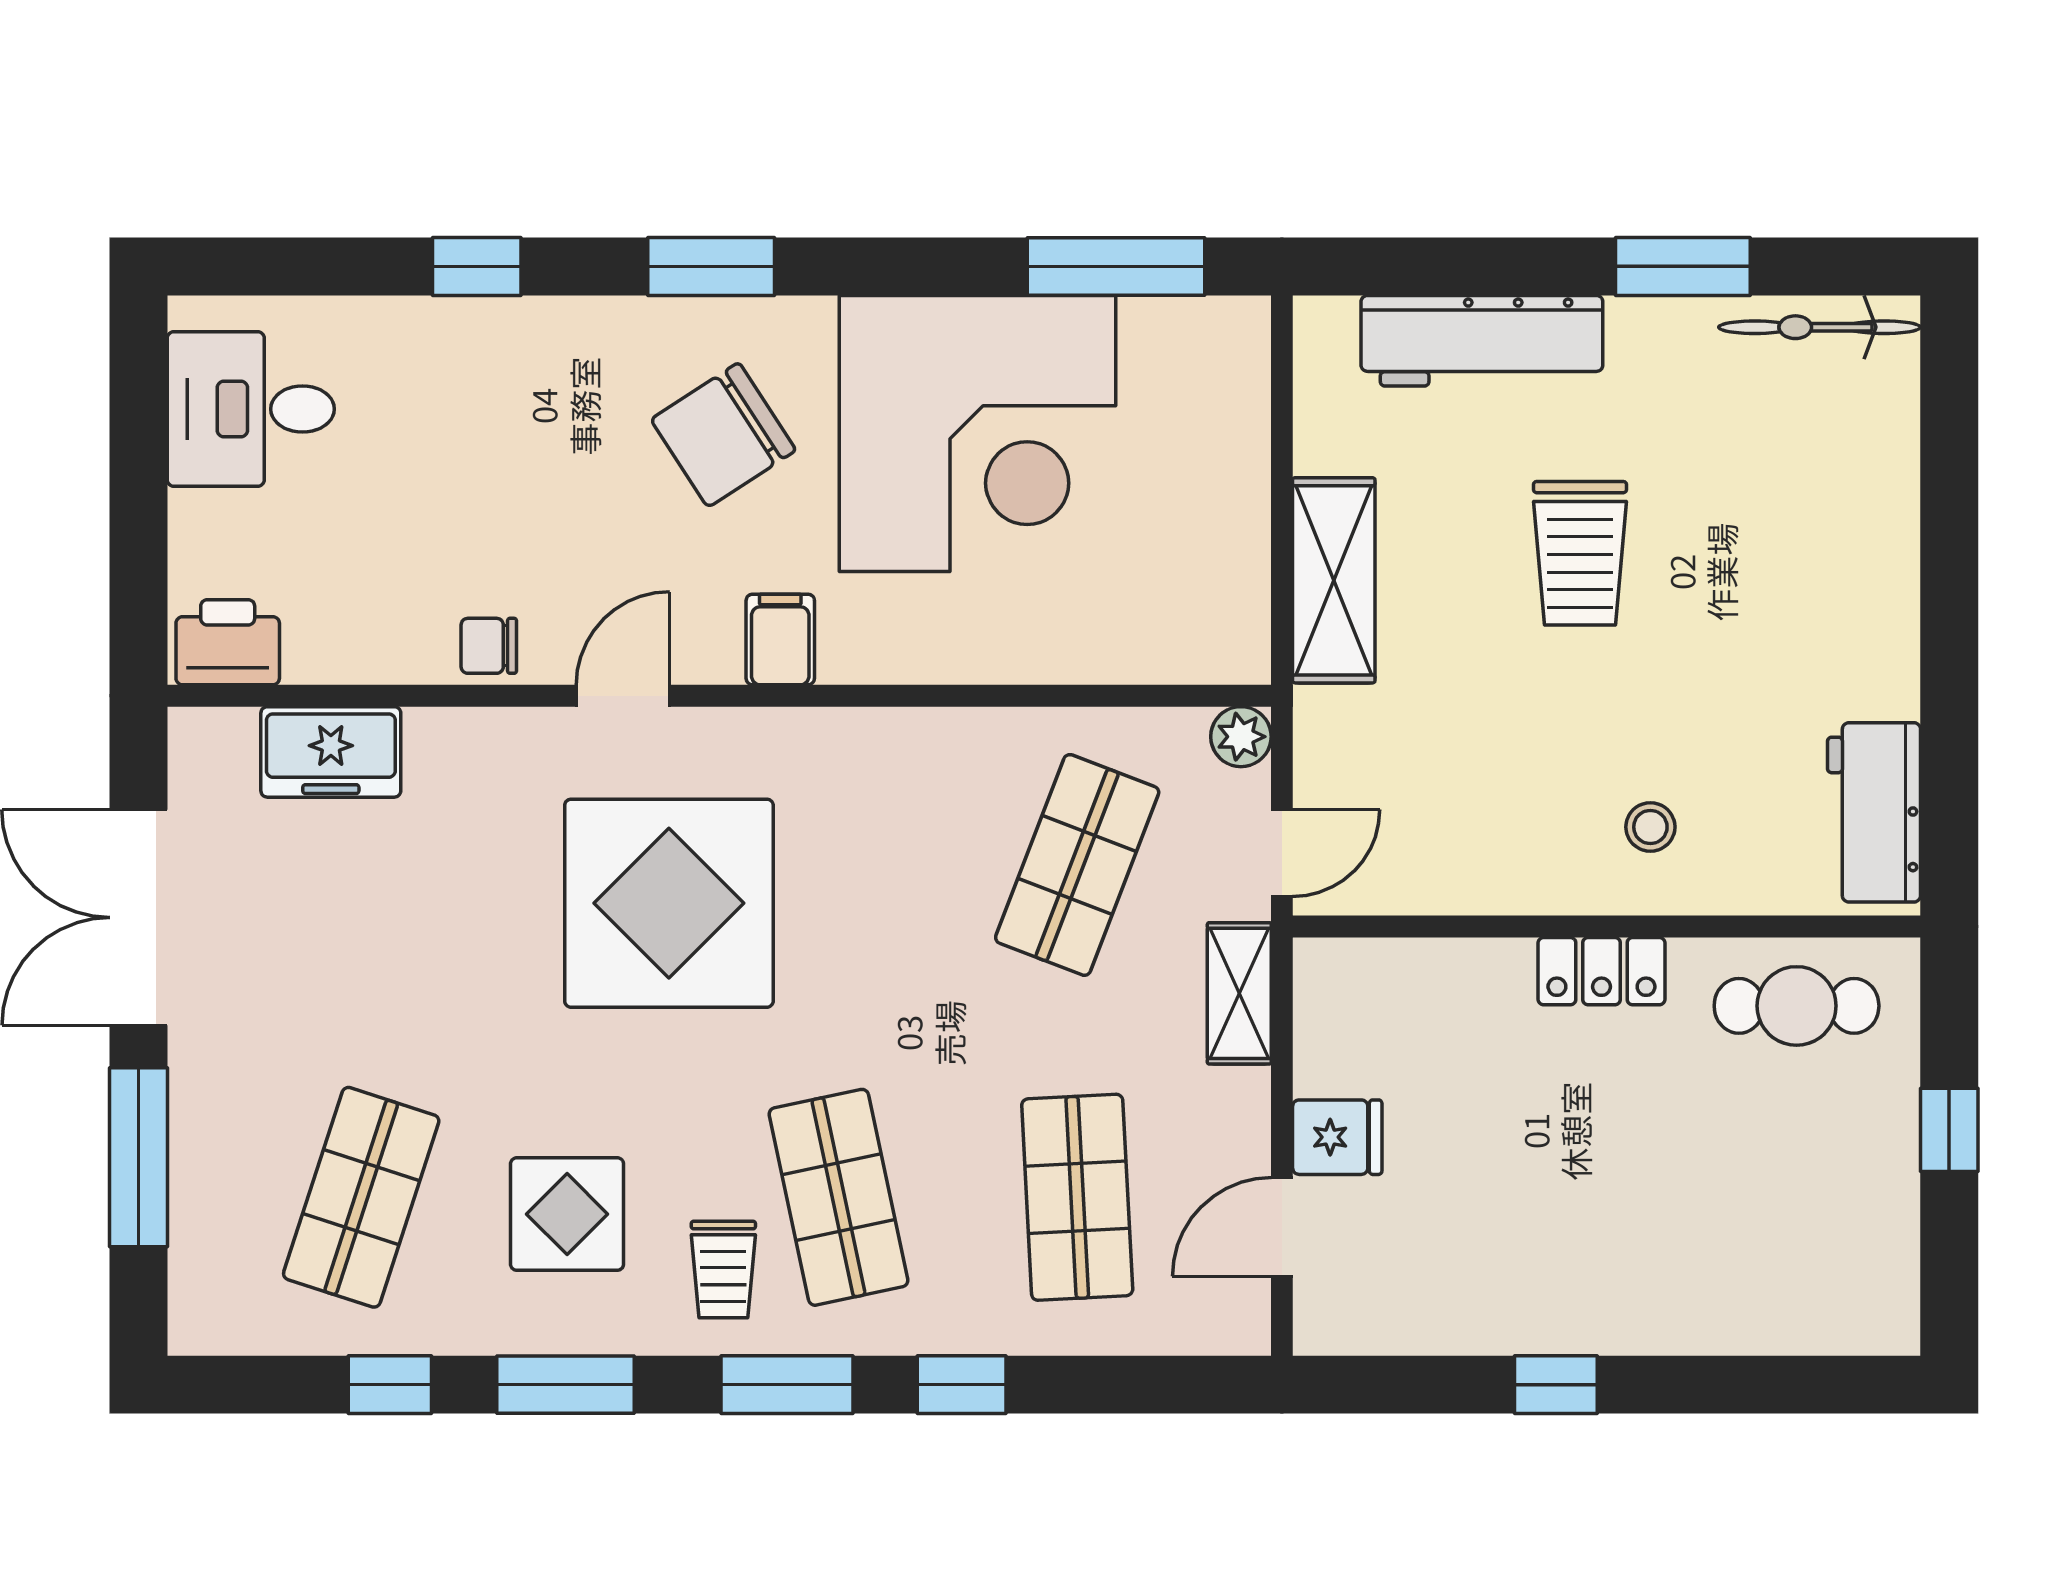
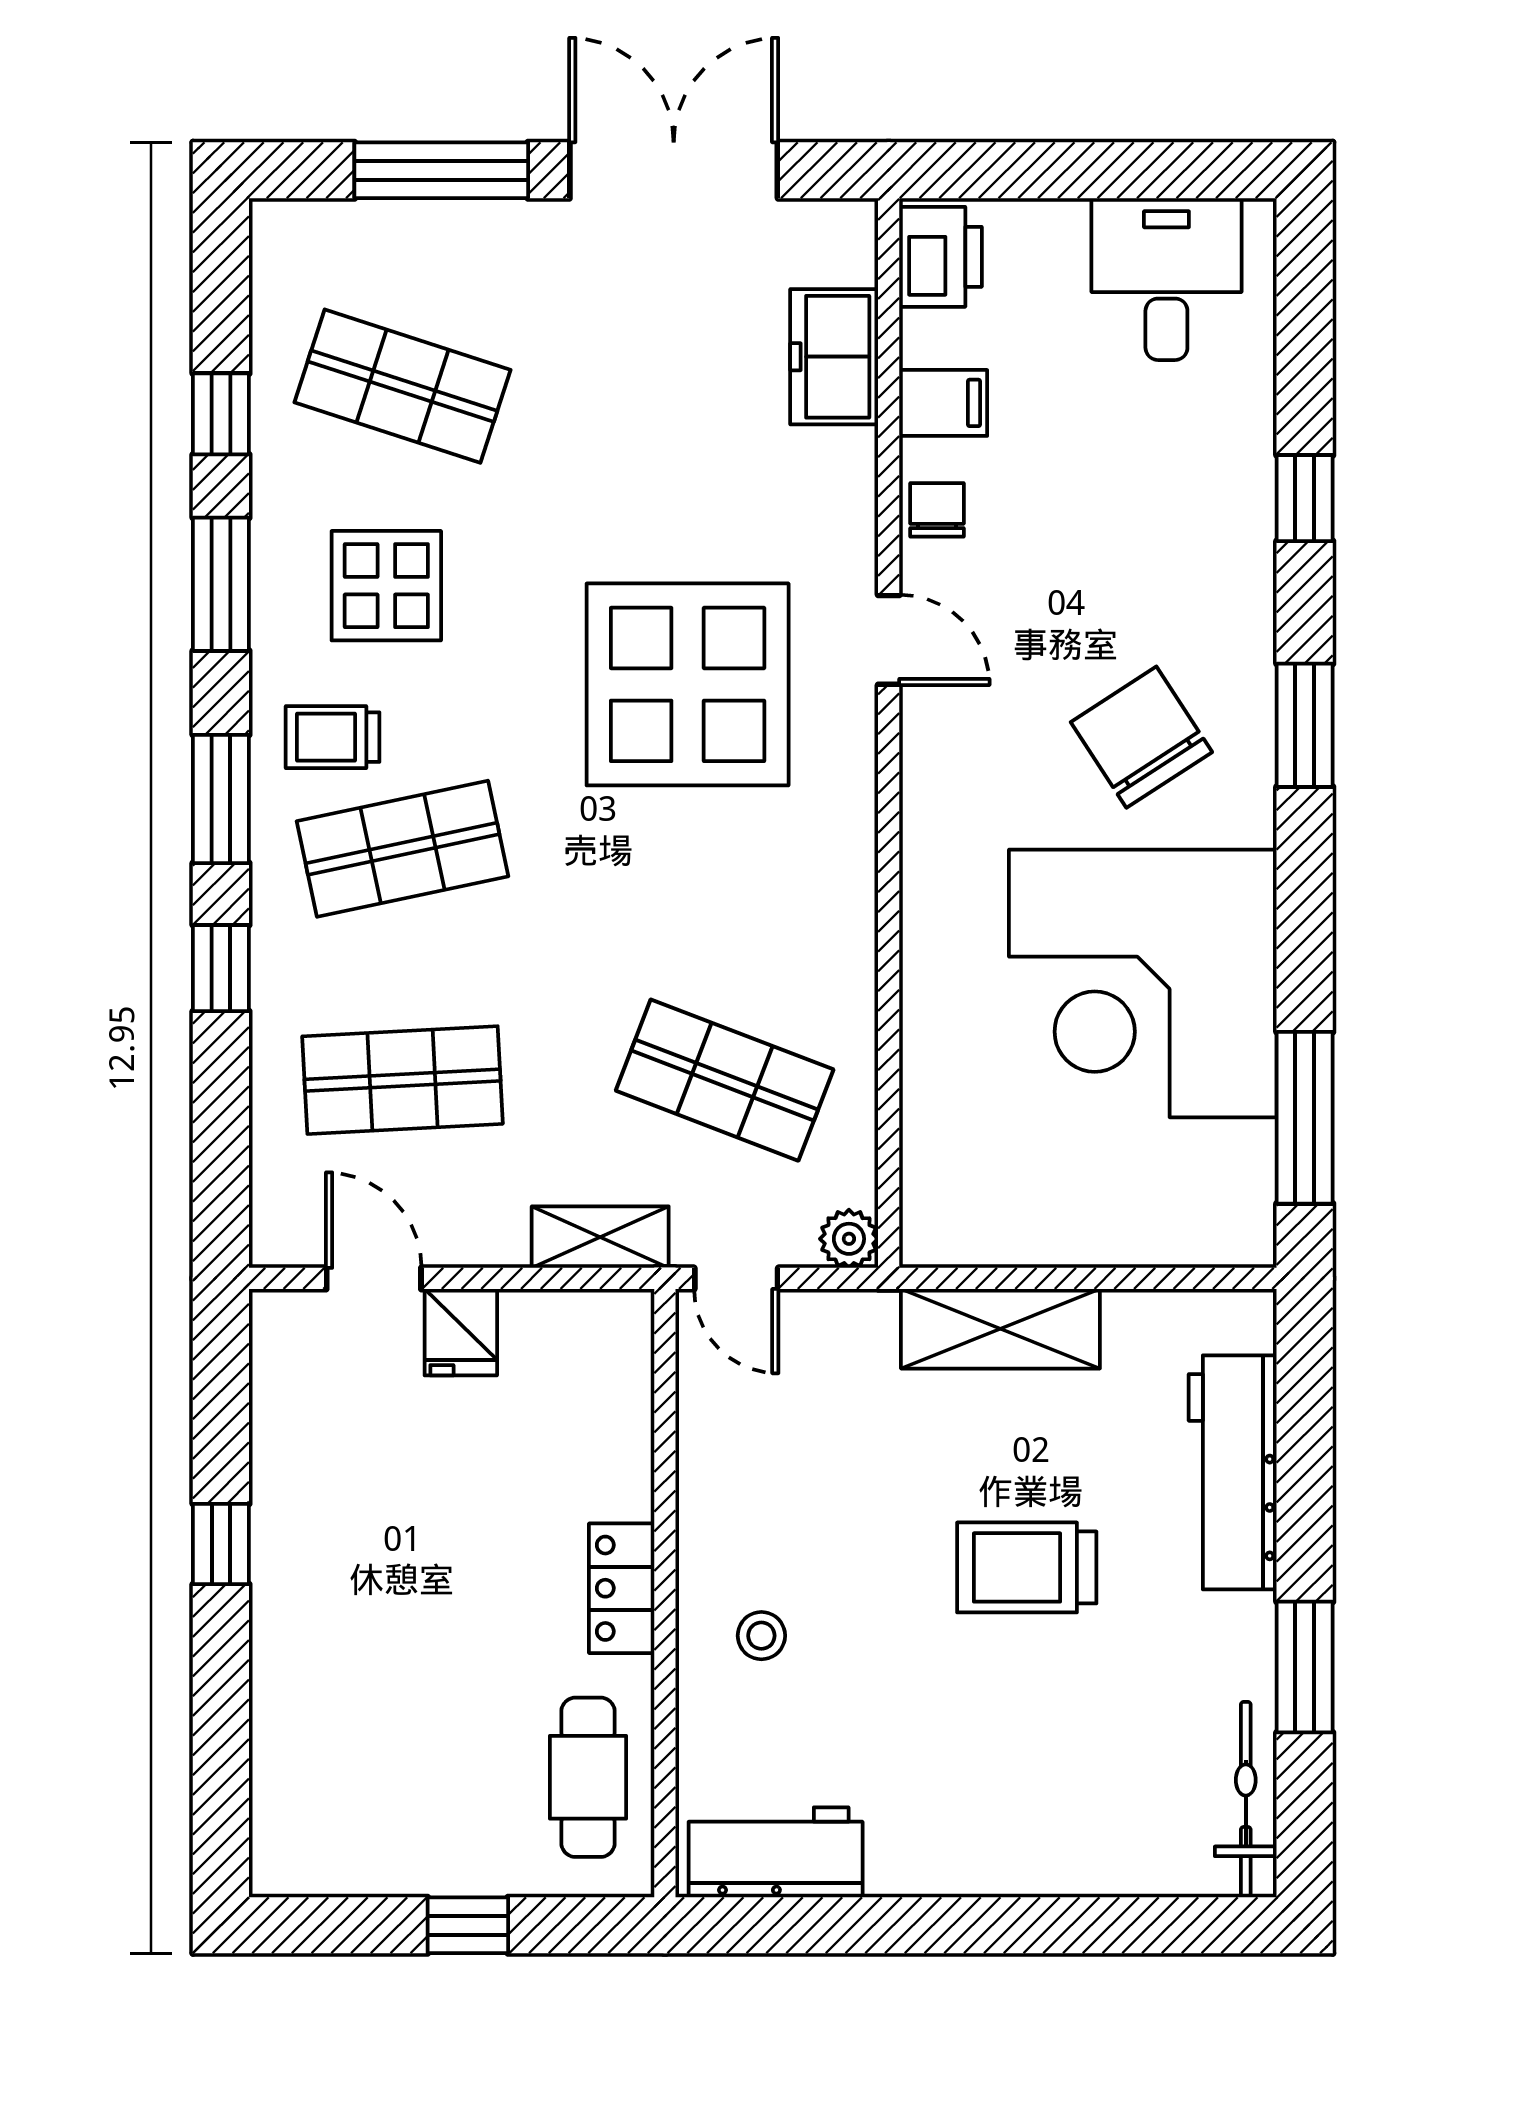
filing cabinet: (780, 639) -> (943, 403), moved

